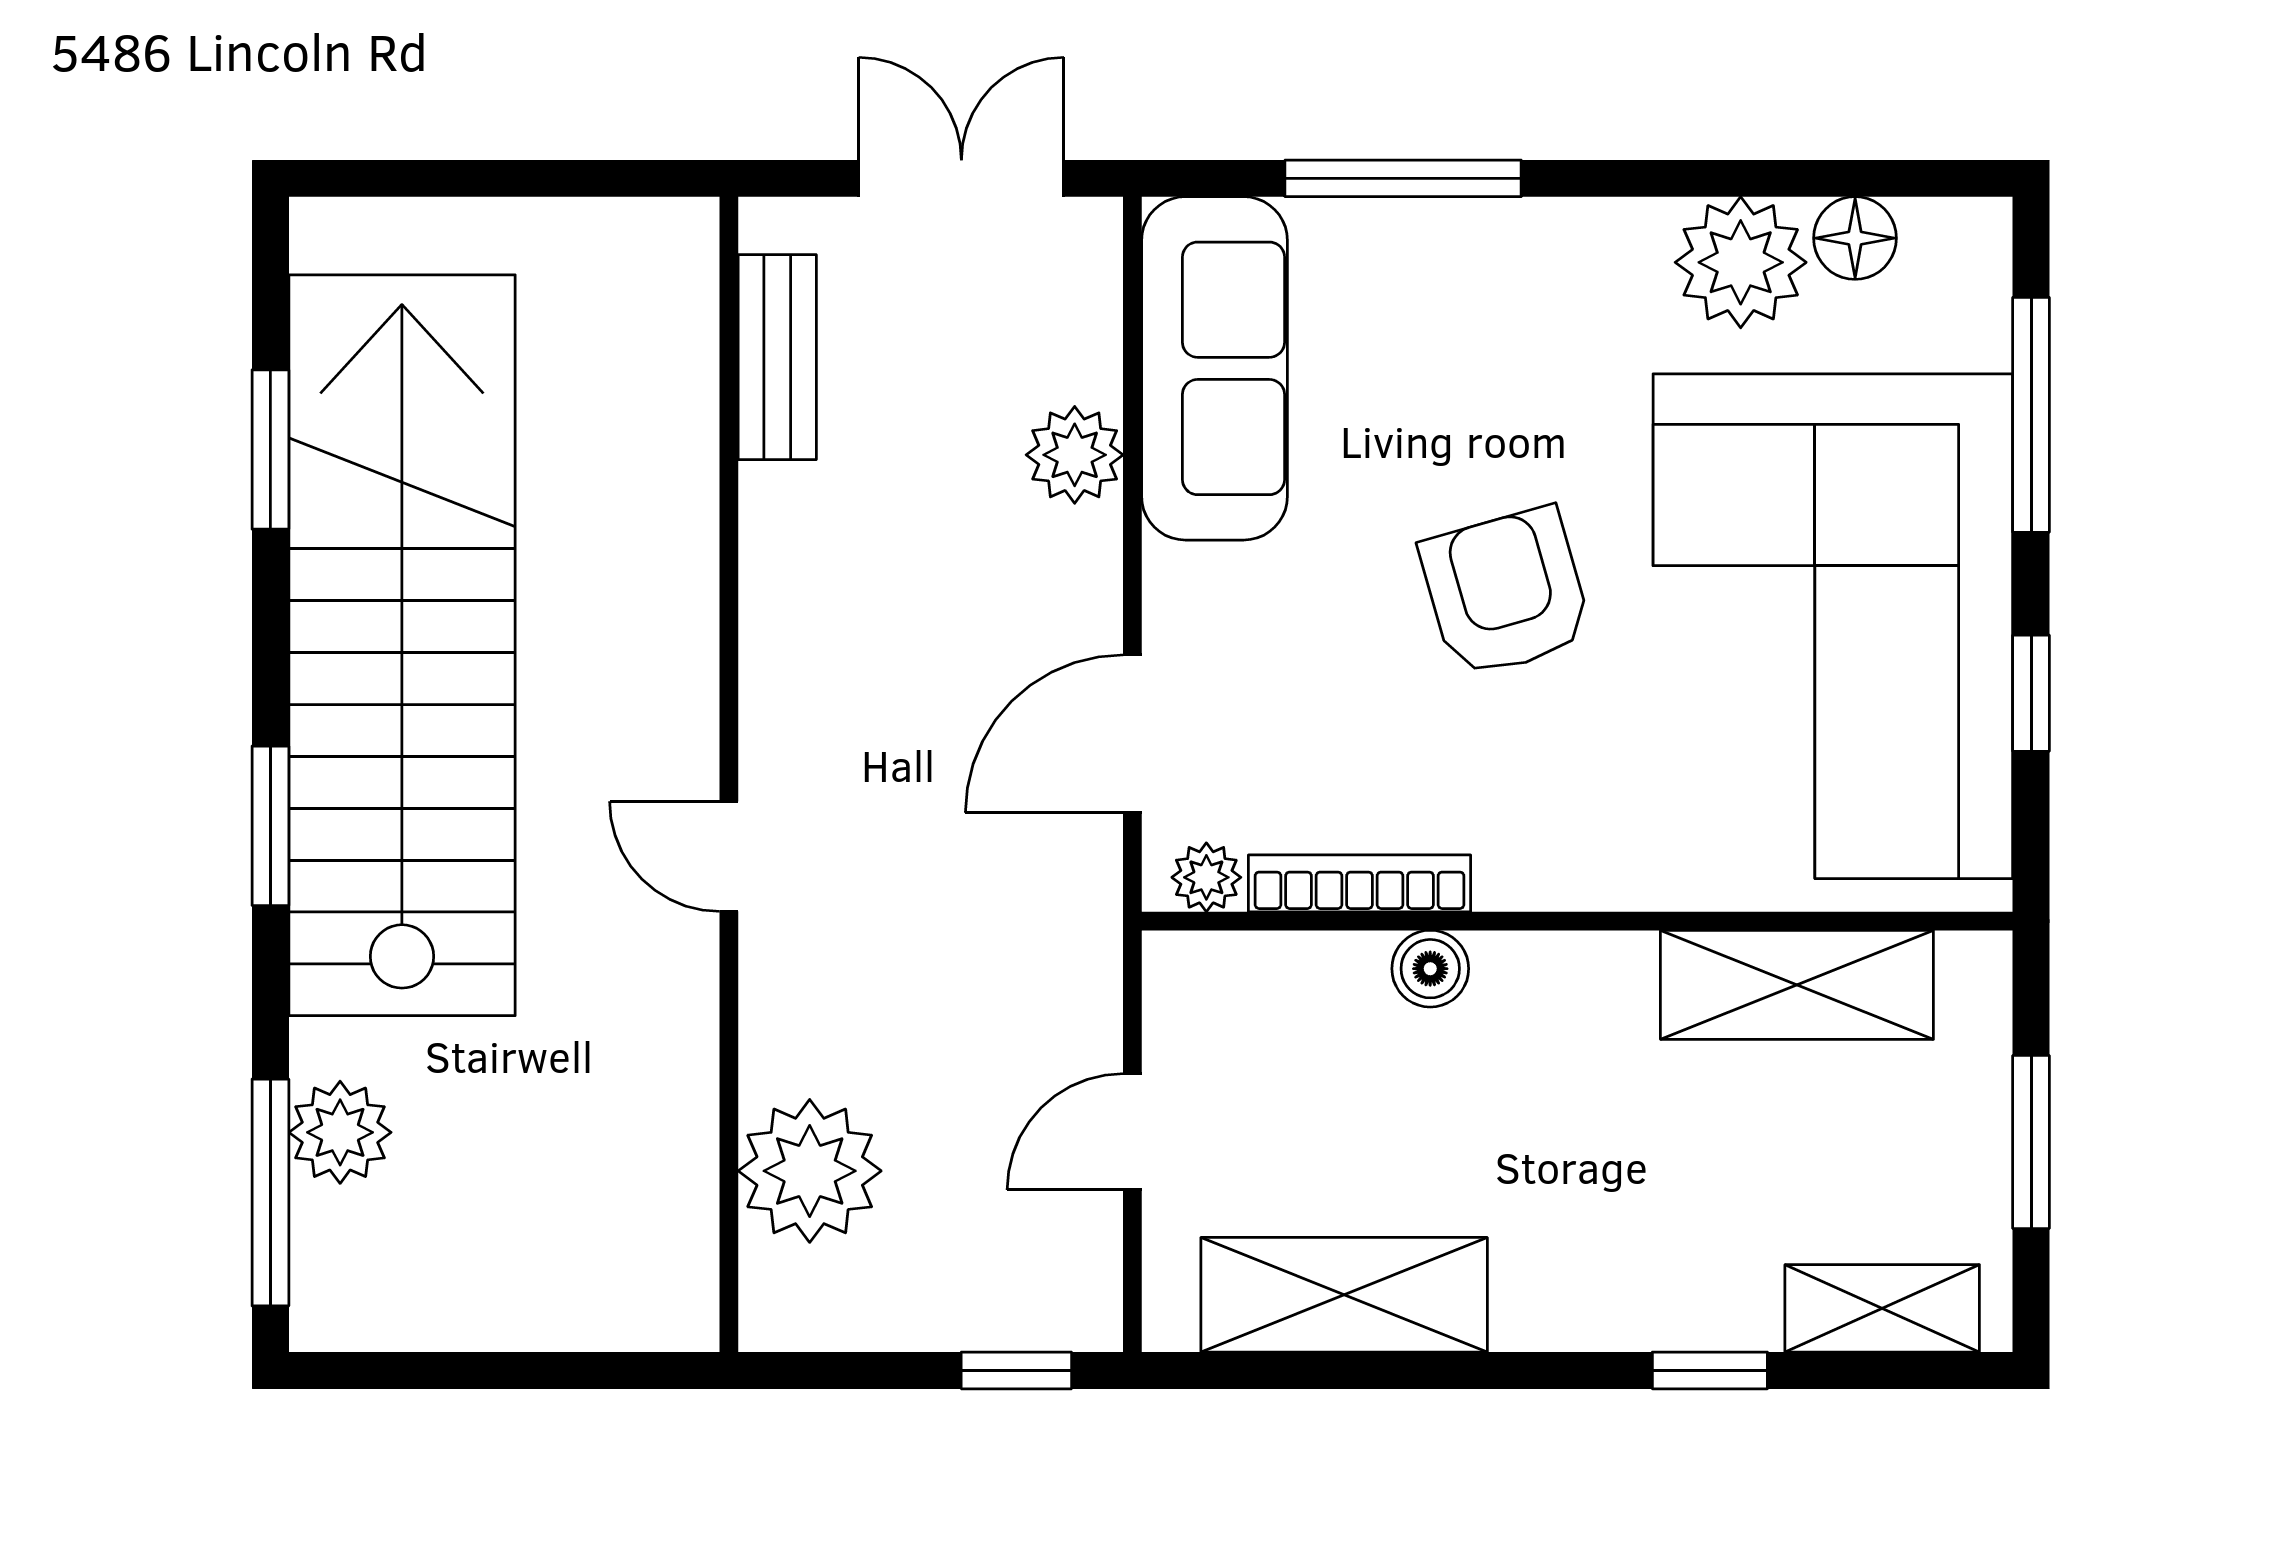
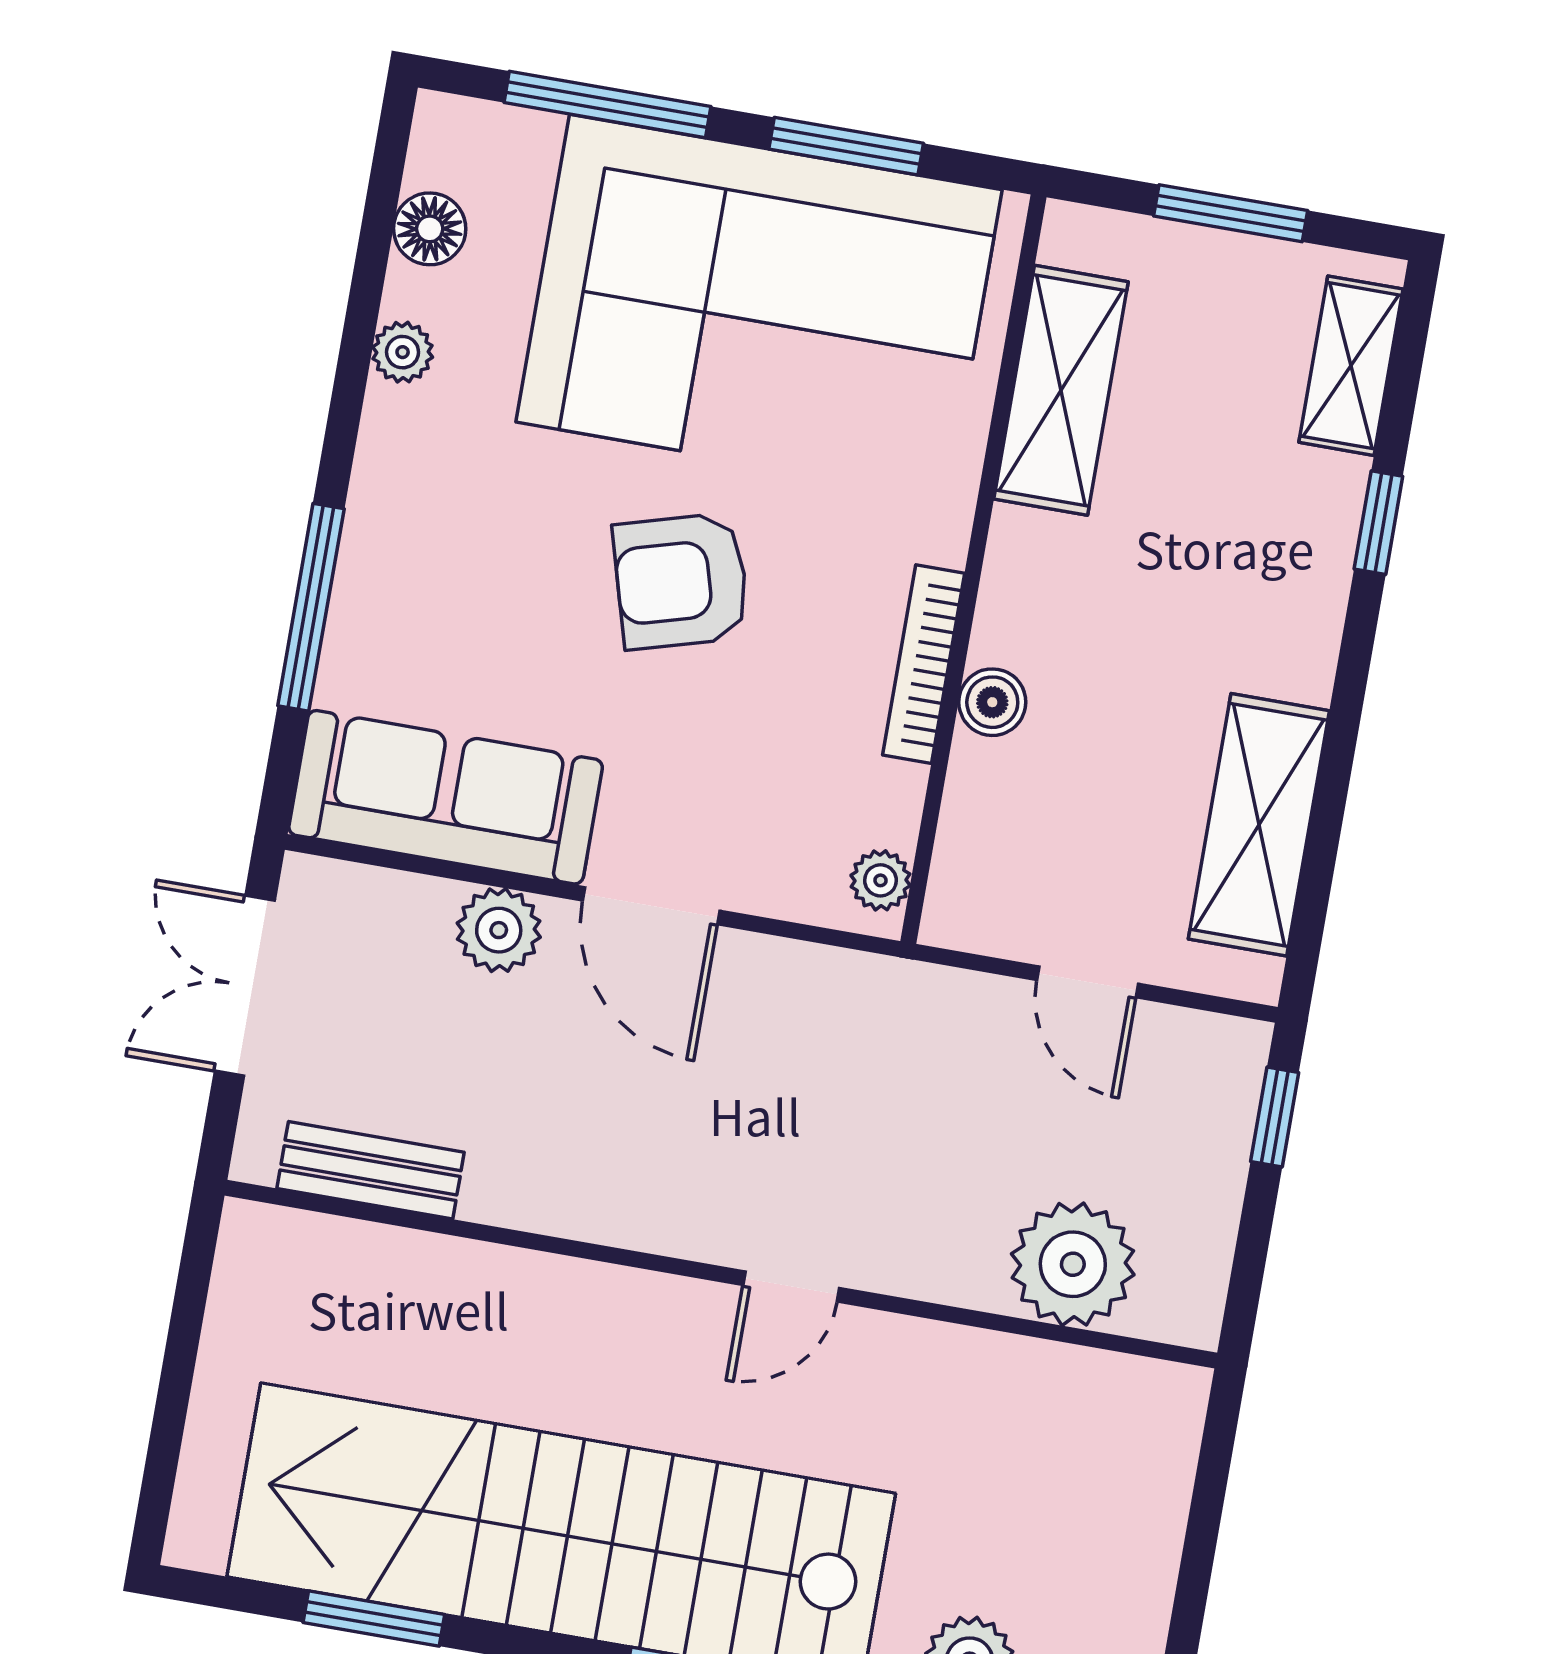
plant: (1741, 262) -> (403, 352), width x0.53, depth x0.53
window: (2031, 693) -> (846, 146), width x1.50
door: (1132, 734) -> (651, 906), moved
bookcase: (1359, 883) -> (924, 664), moved

